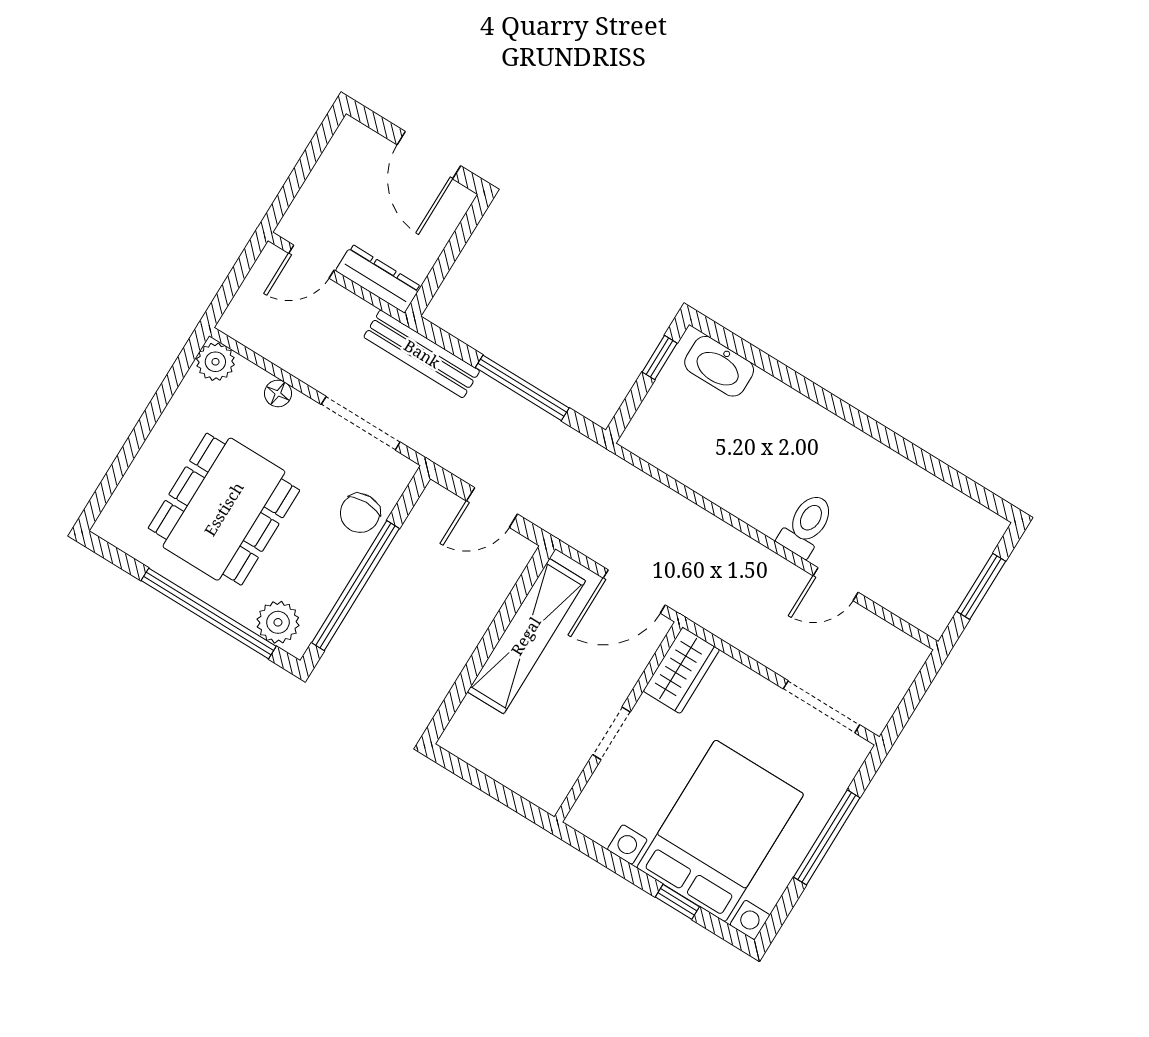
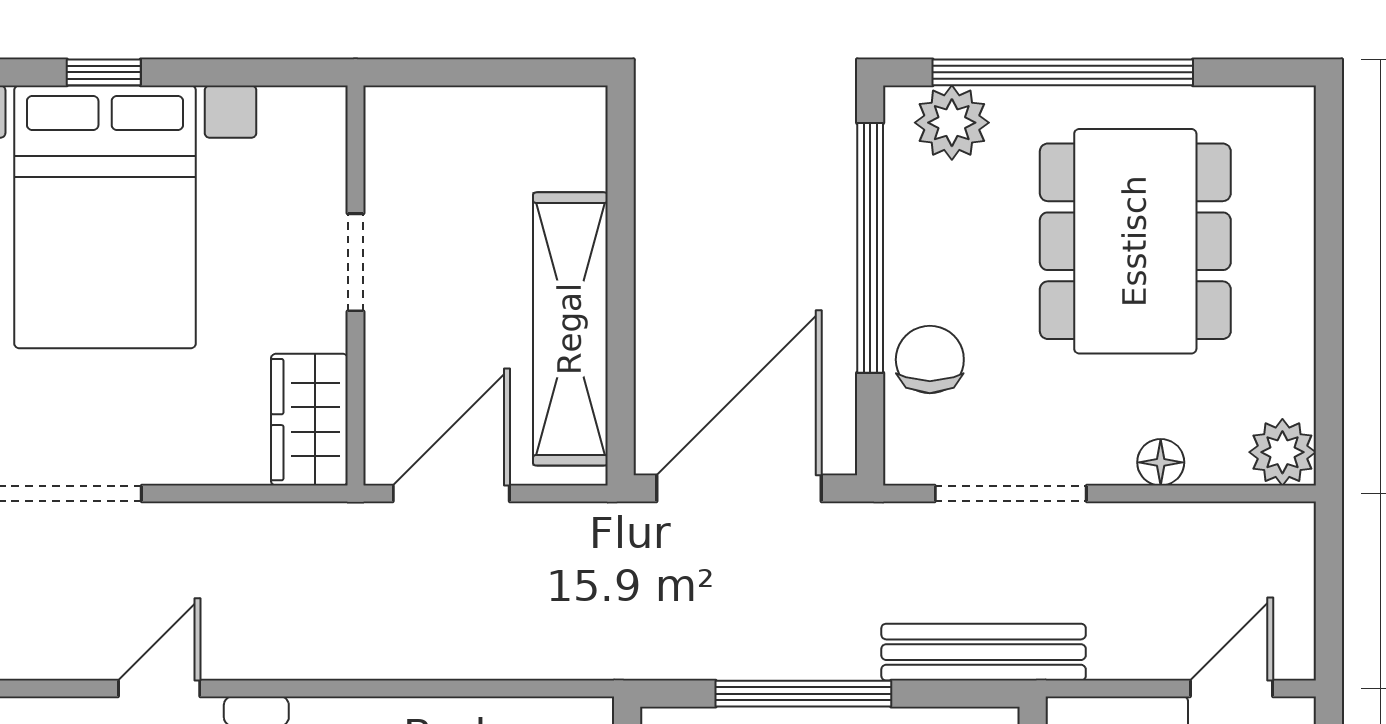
door: (492, 508) -> (739, 488), width x1.87

